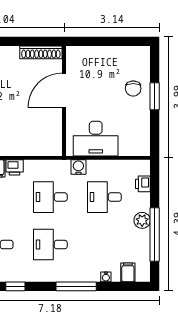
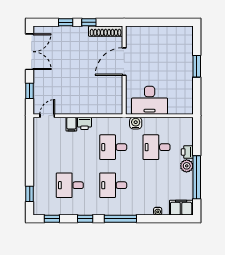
window: (20, 41) -> (89, 22), added
chair: (133, 89) -> (180, 60), removed
printer: (143, 184) -> (187, 152), moved
filing cabinet: (128, 272) -> (181, 208), width x2.00
window: (76, 286) -> (120, 219), moved

